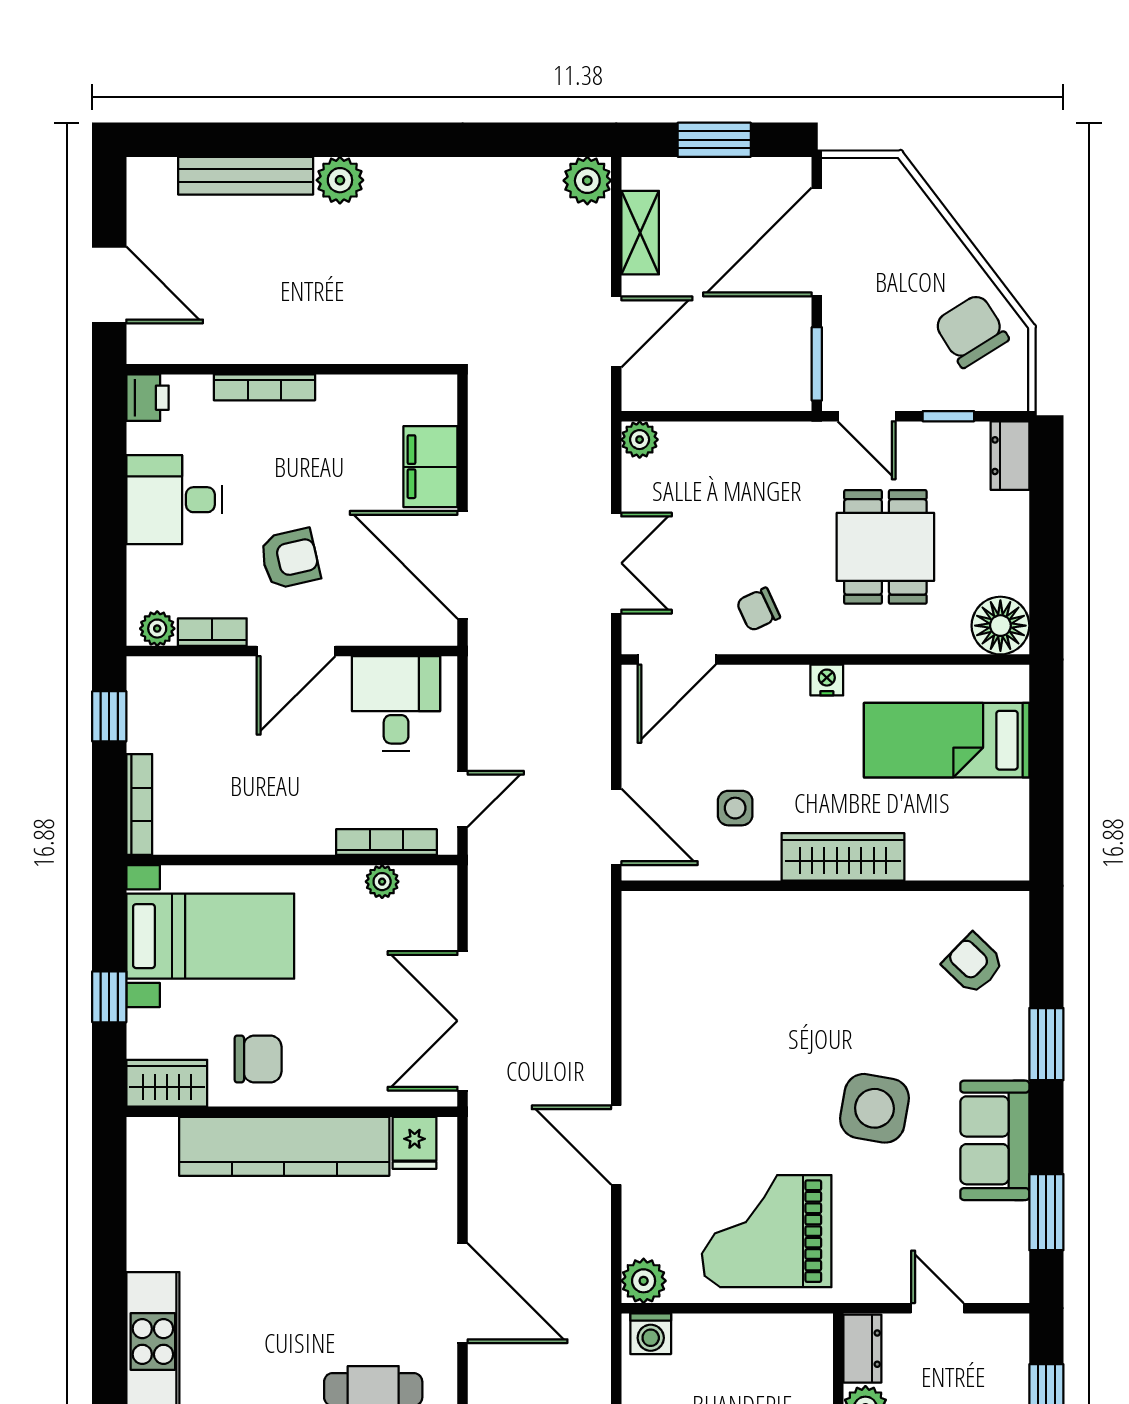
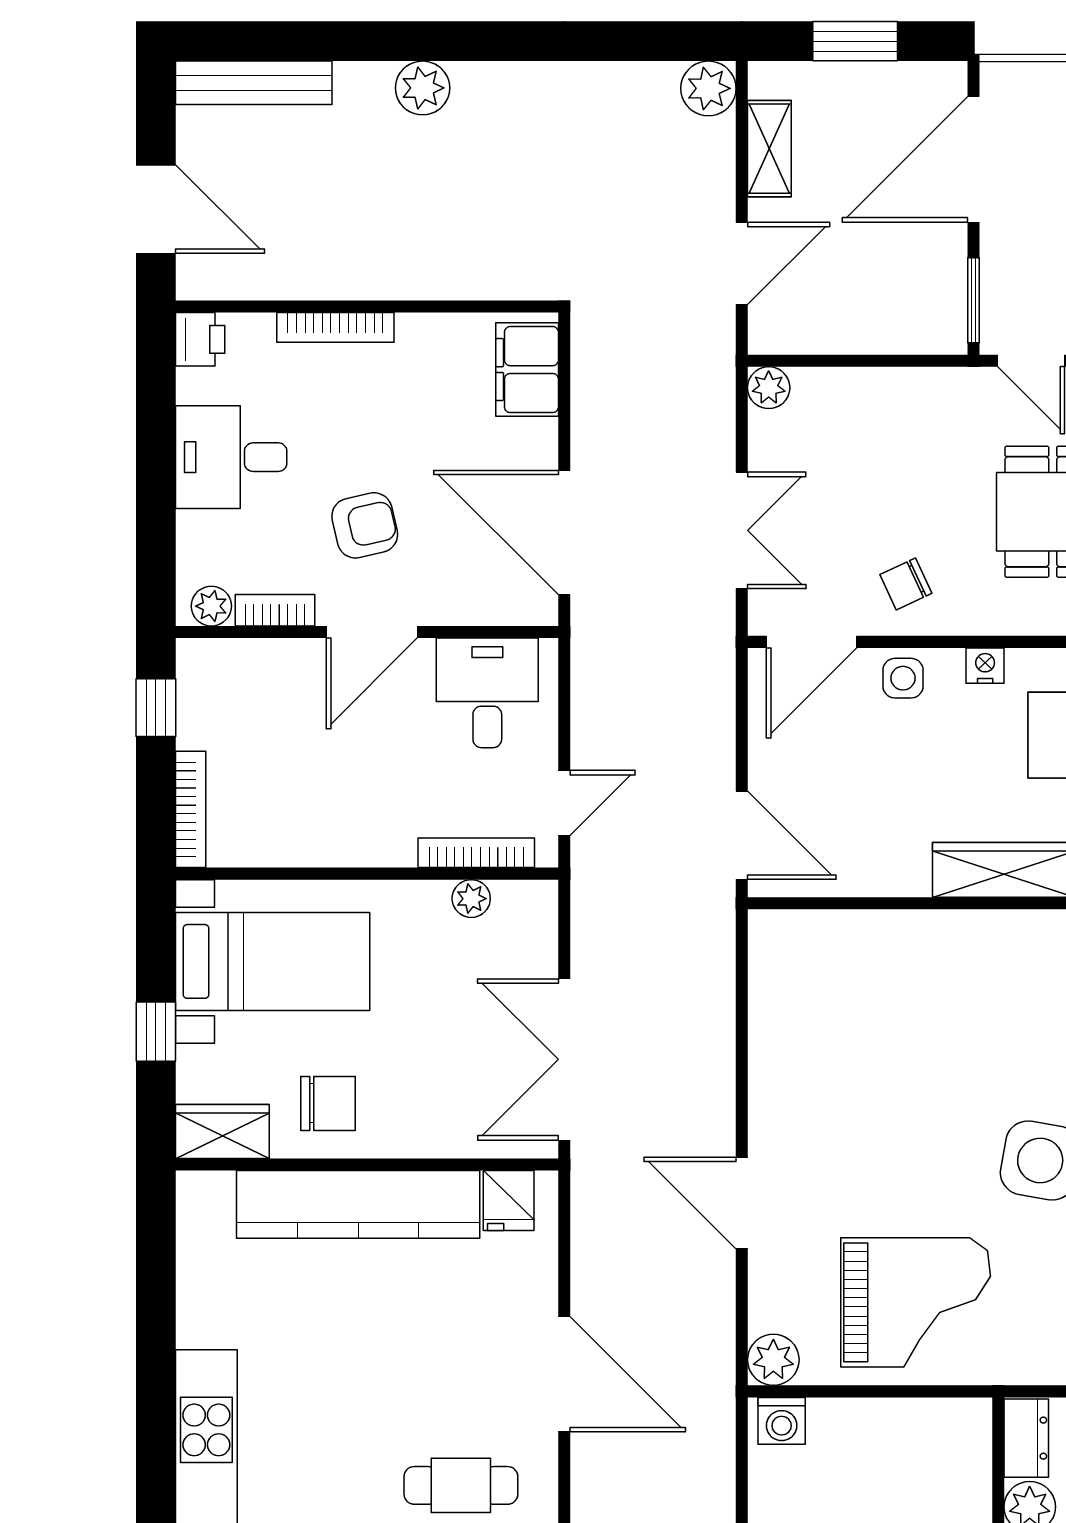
bench: (246, 176) -> (254, 83), moved
filing cabinet: (430, 467) -> (527, 370), moved
side table: (735, 808) -> (903, 678), moved
grand piano: (767, 1231) -> (916, 1302), turned 180

